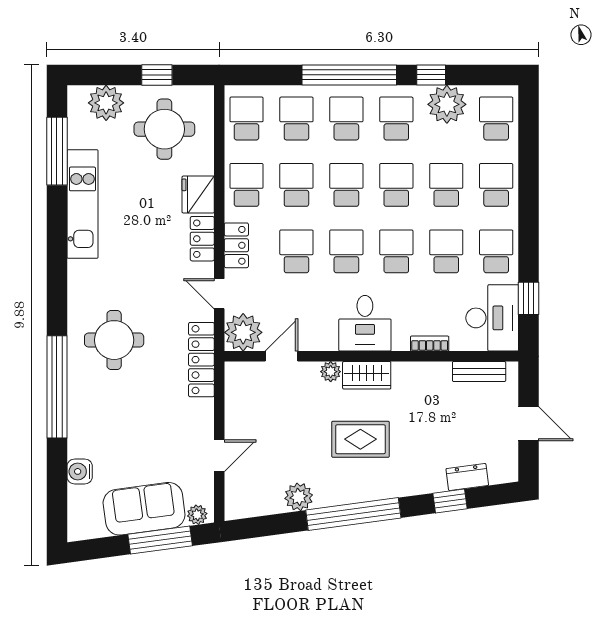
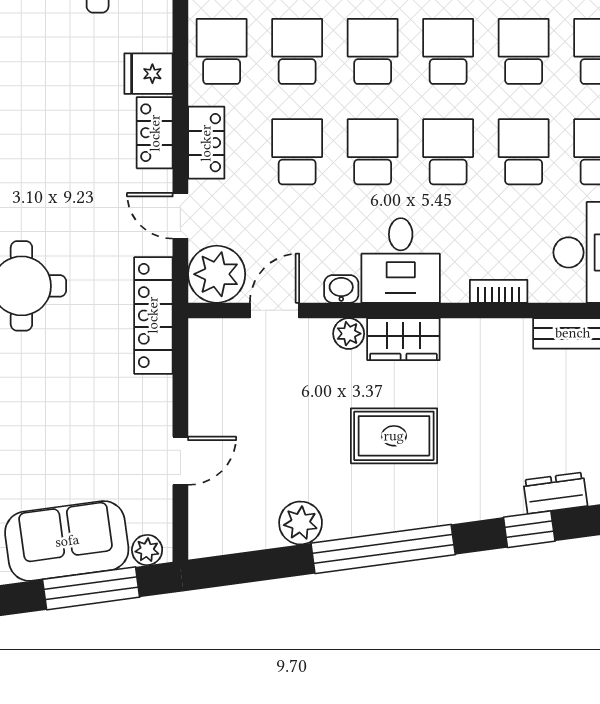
fridge: (198, 195) -> (149, 74), width x0.72
washbasin: (326, 342) -> (341, 289), added

